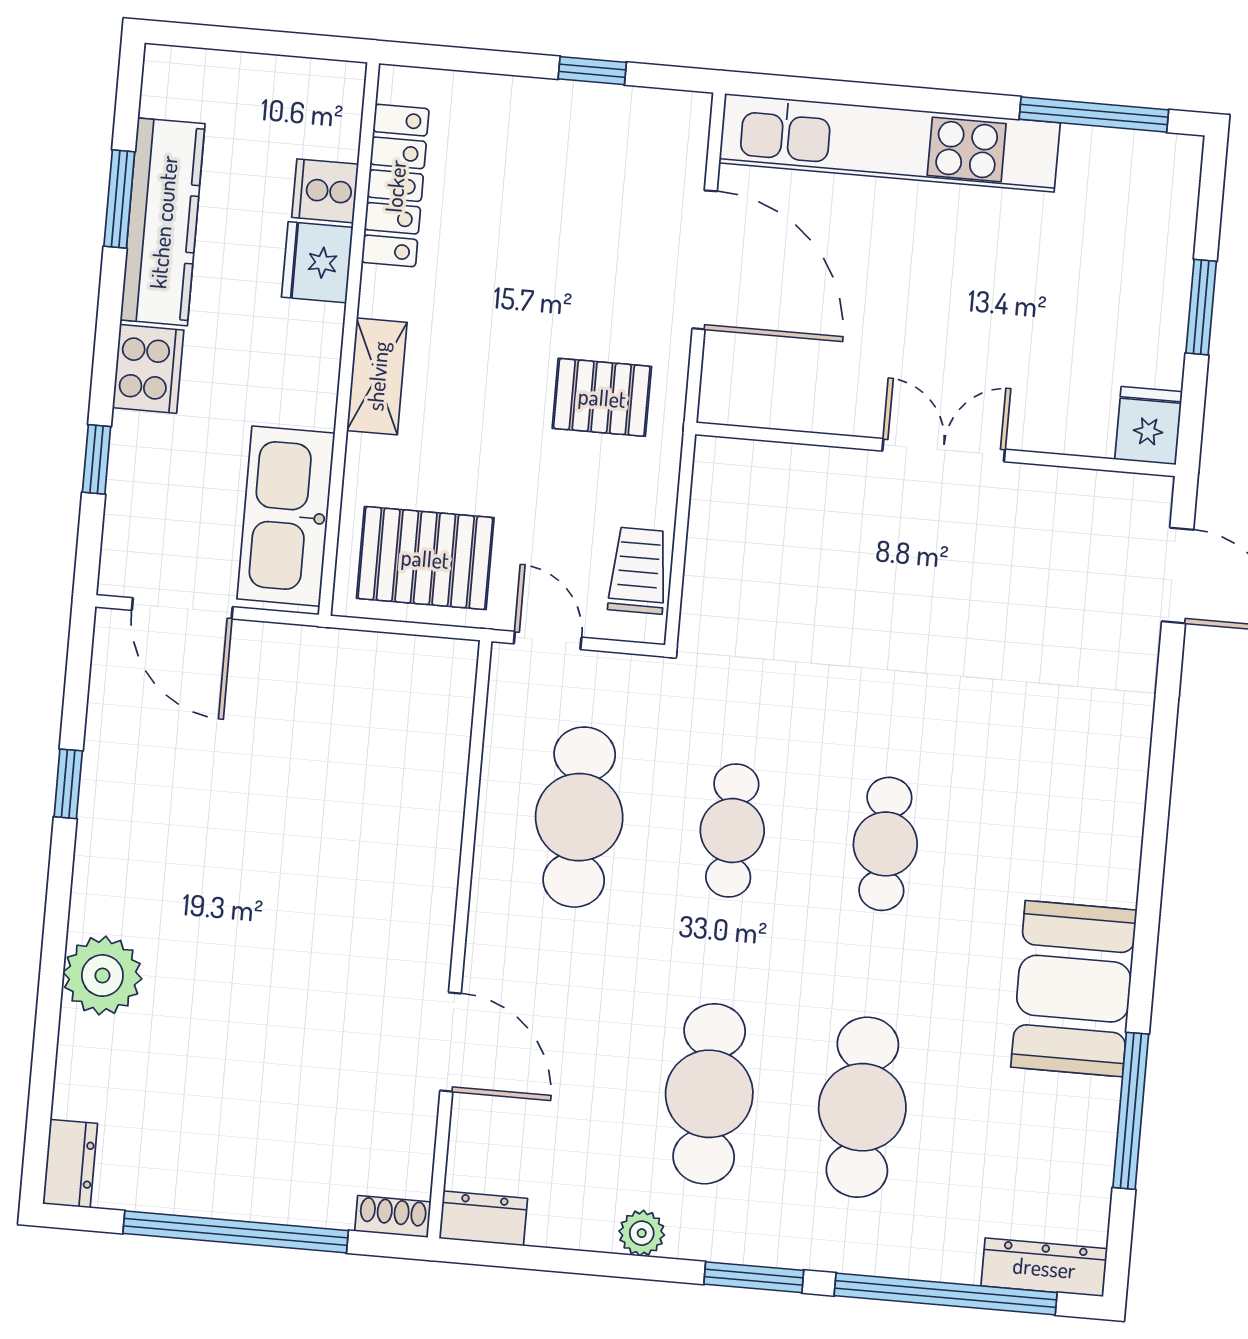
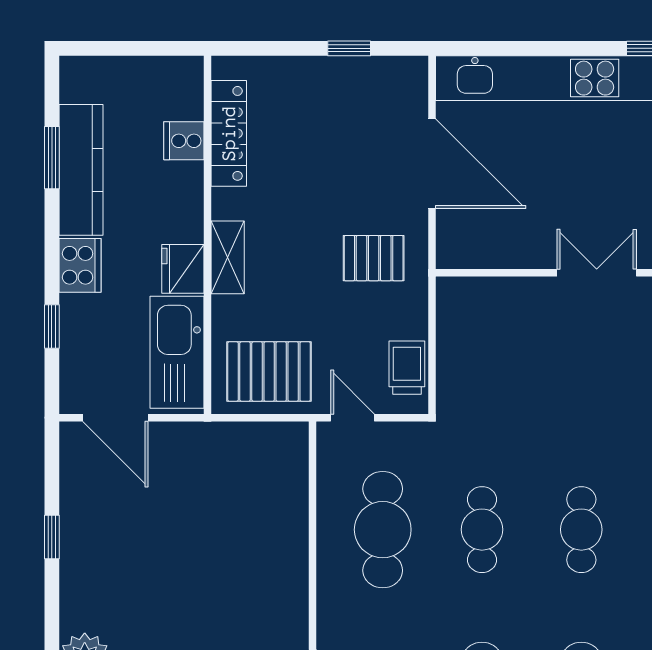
fridge: (317, 262) -> (183, 269), moved

